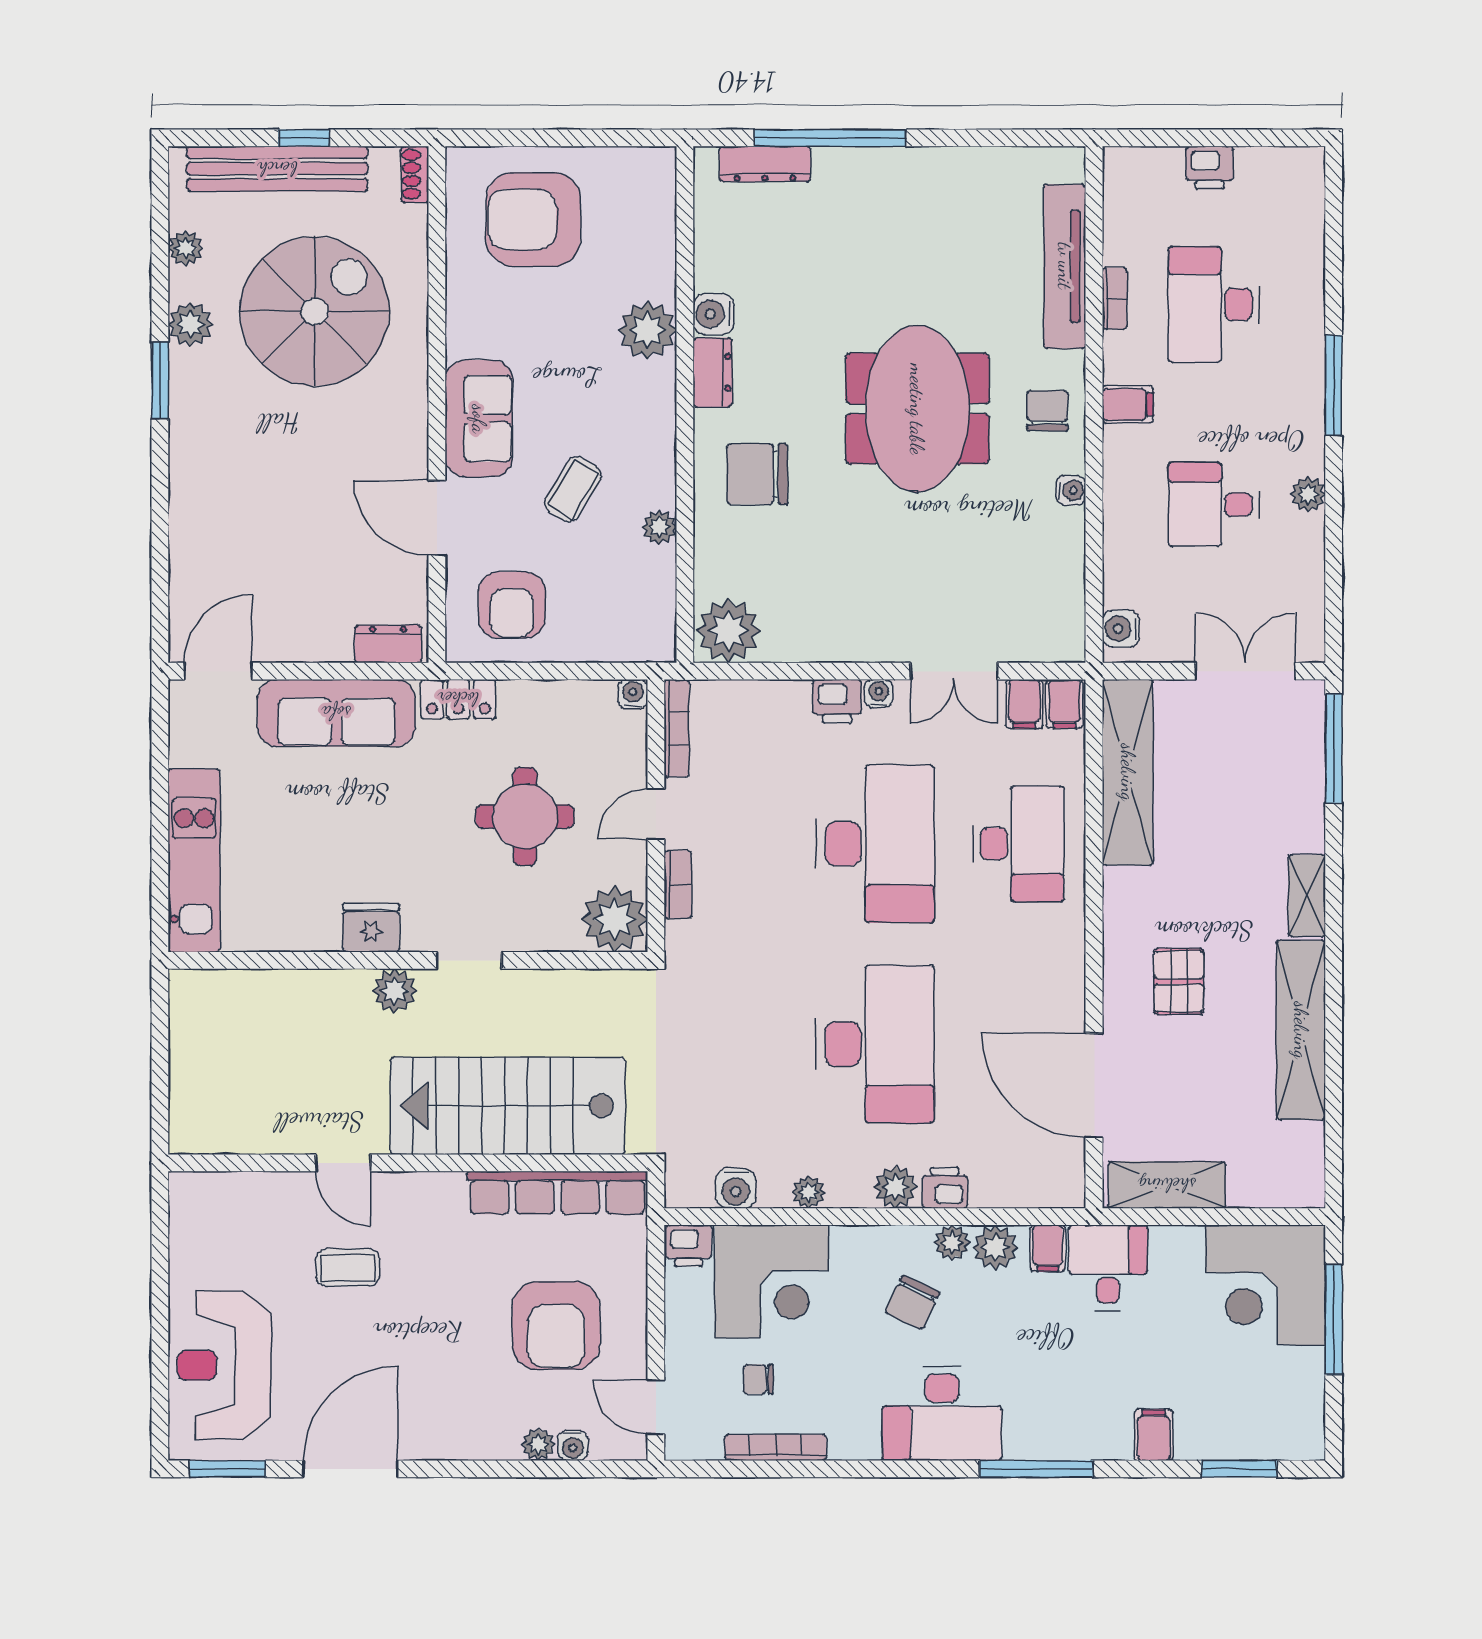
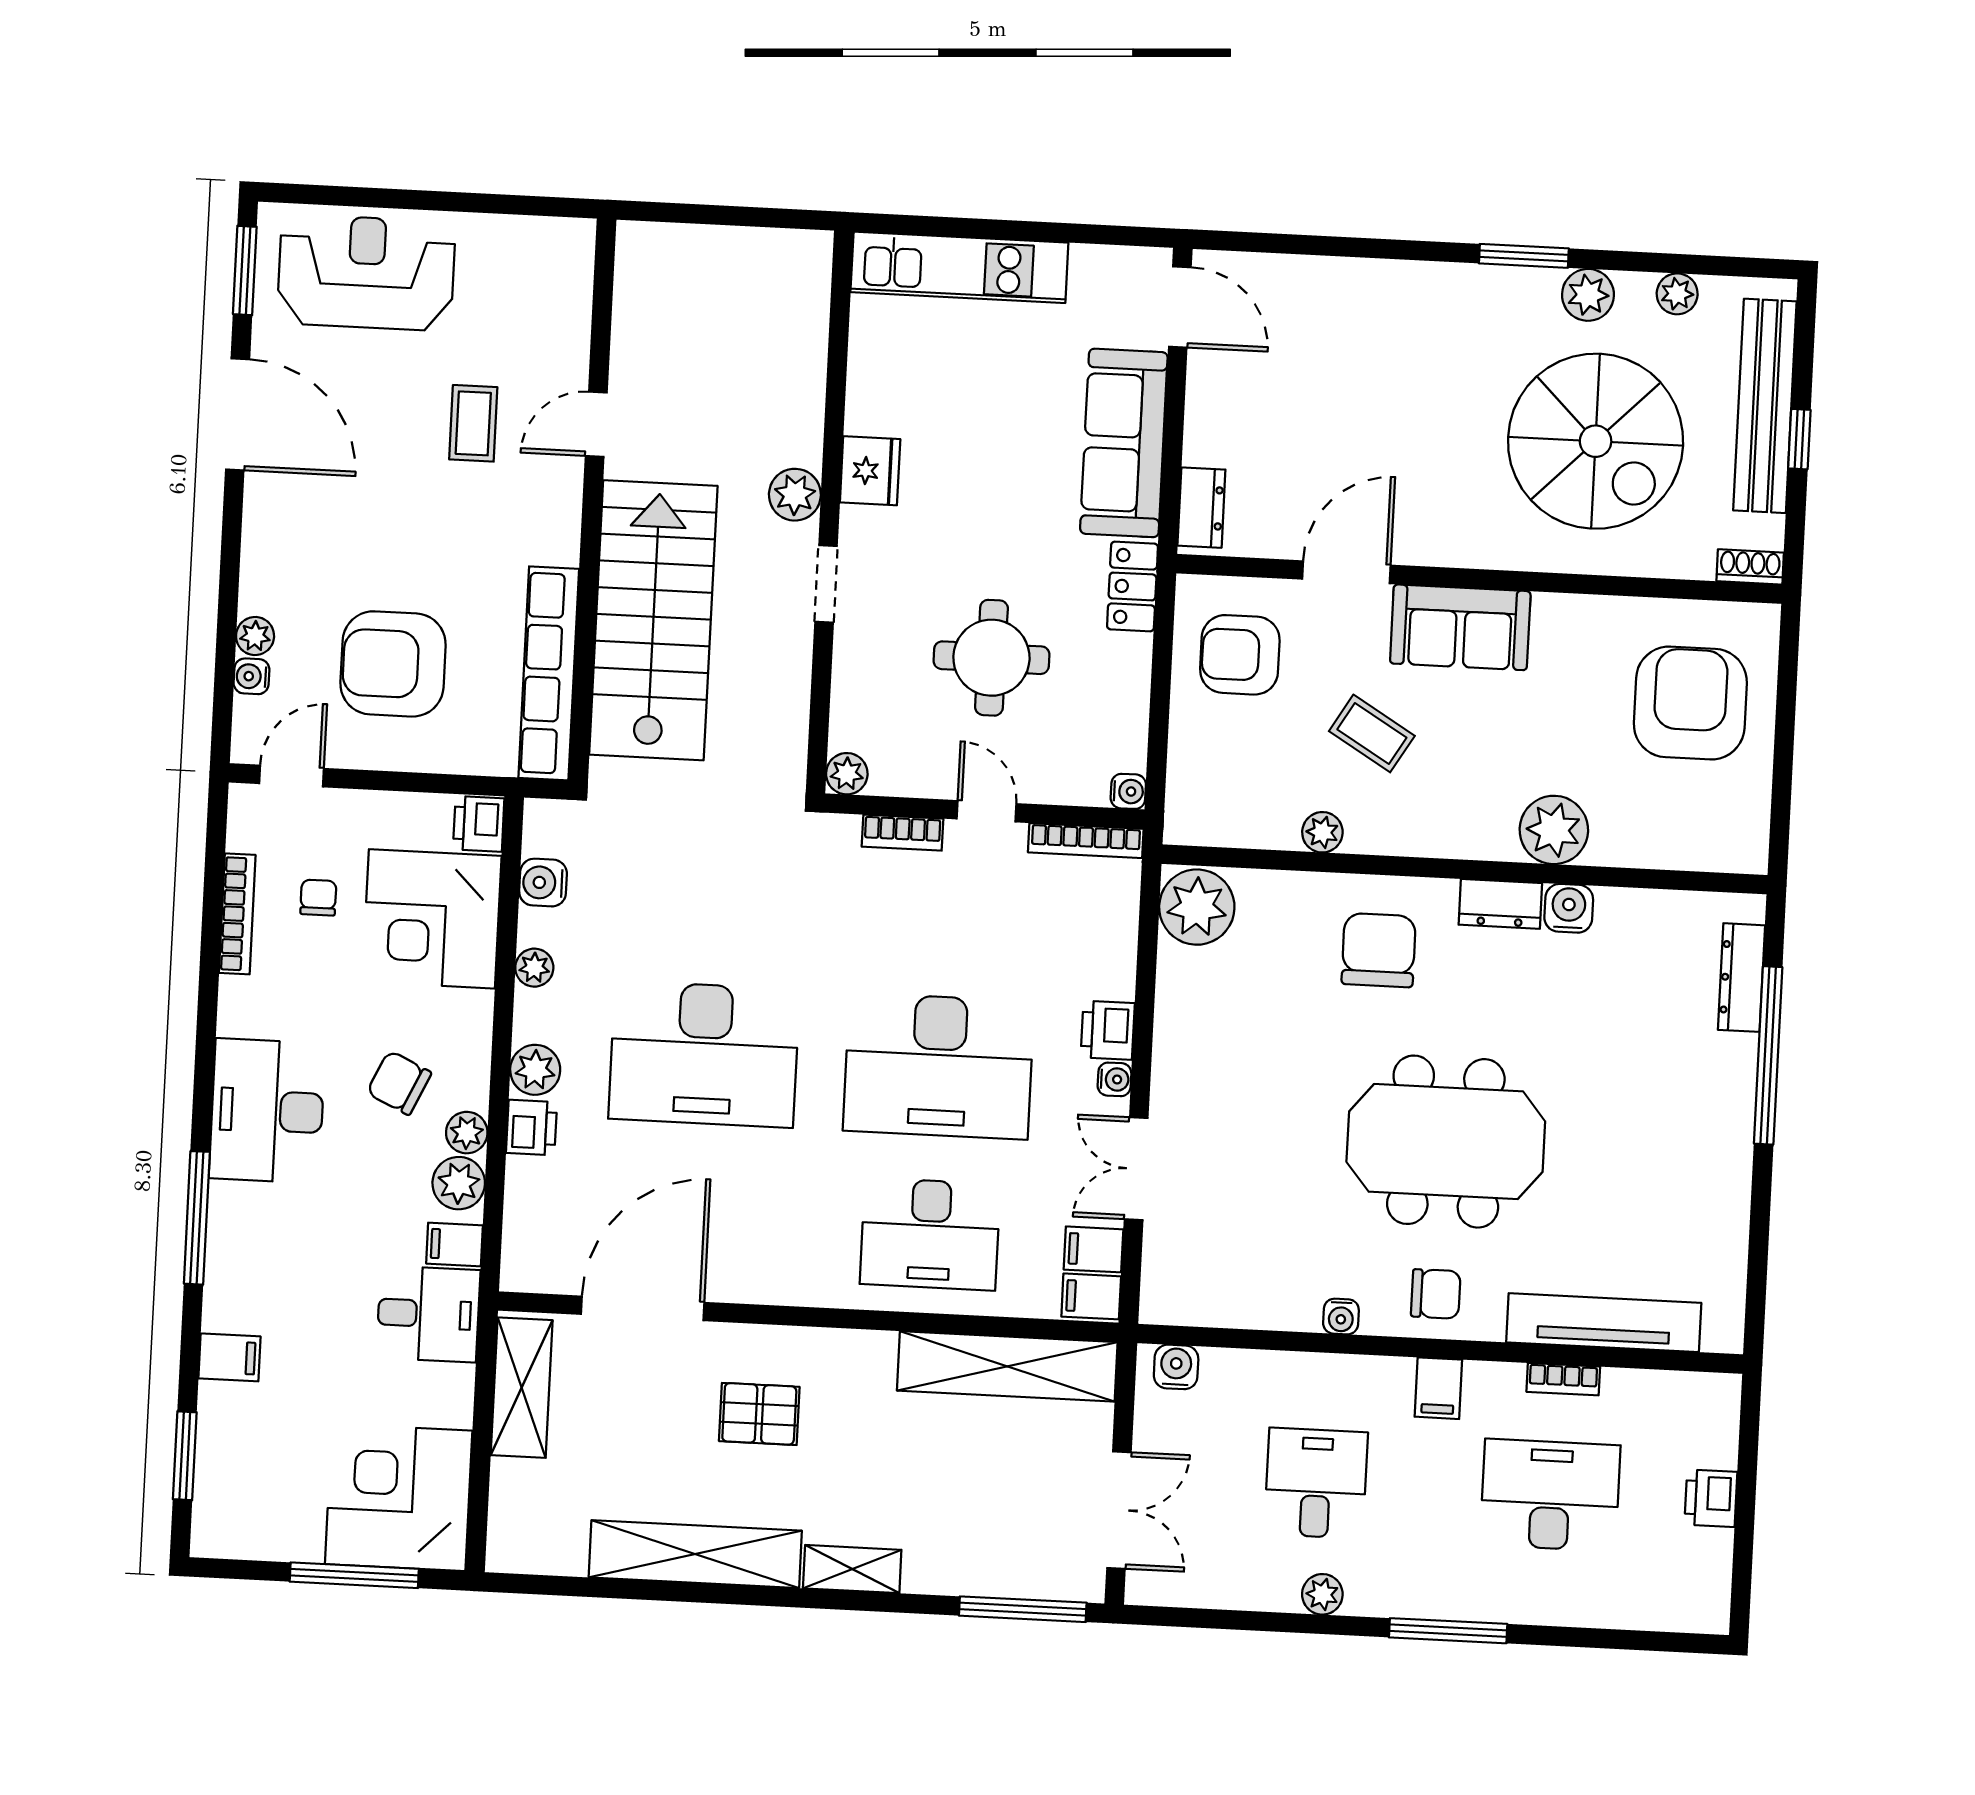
plant: (615, 919) -> (847, 774), width x0.53, depth x0.53

